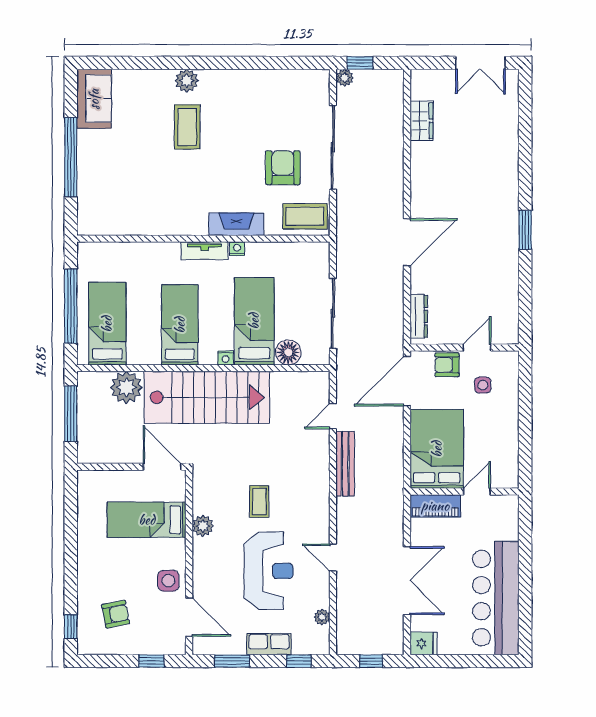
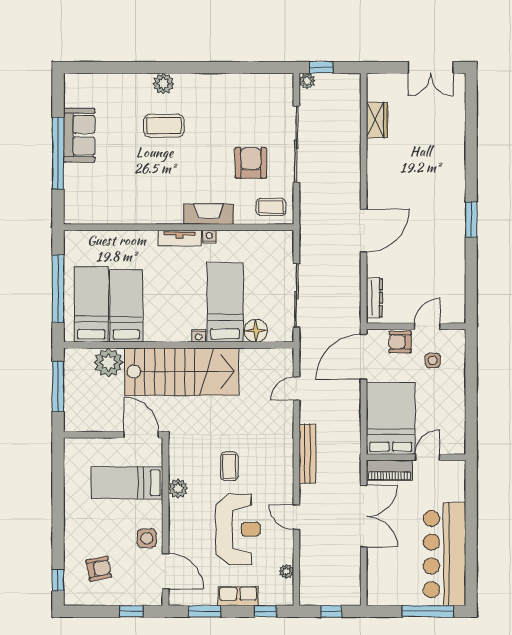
sofa: (94, 99) -> (79, 135), moved
coffee table: (187, 127) -> (164, 126), turned 90
coffee table: (305, 216) -> (271, 207), width x0.73, depth x0.77
bed: (180, 325) -> (126, 306), moved
bench: (345, 464) -> (307, 454), moved
double door: (407, 581) -> (364, 516), moved
fridge: (424, 644) -> (379, 595), removed
window: (478, 661) -> (428, 611), added

